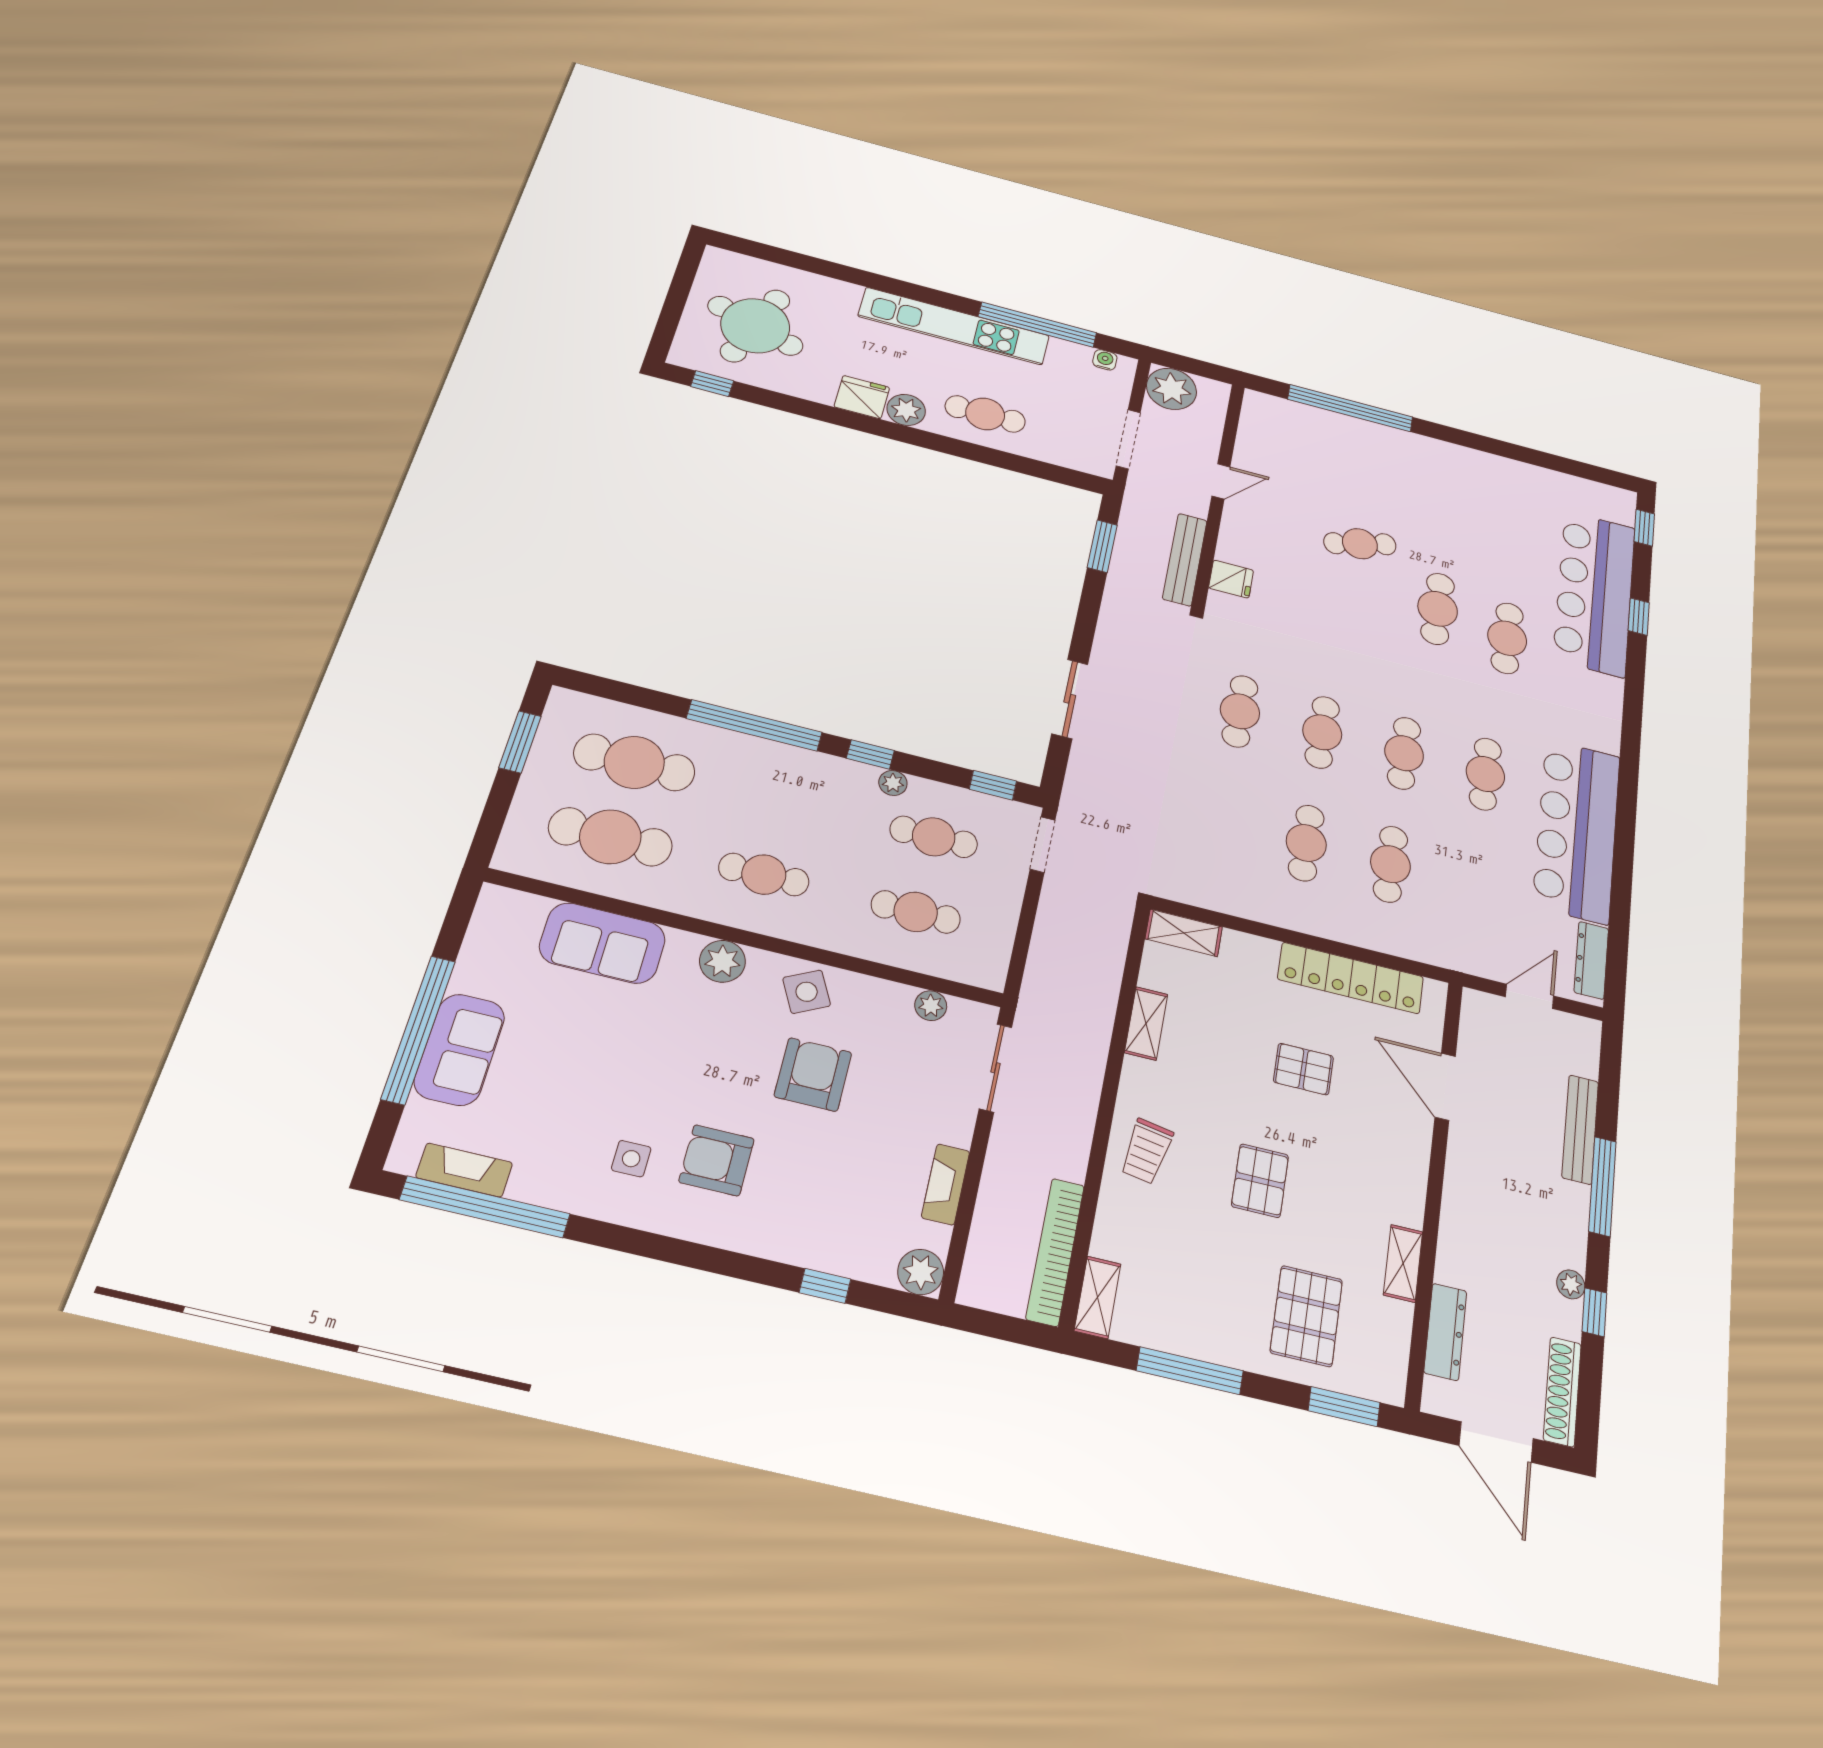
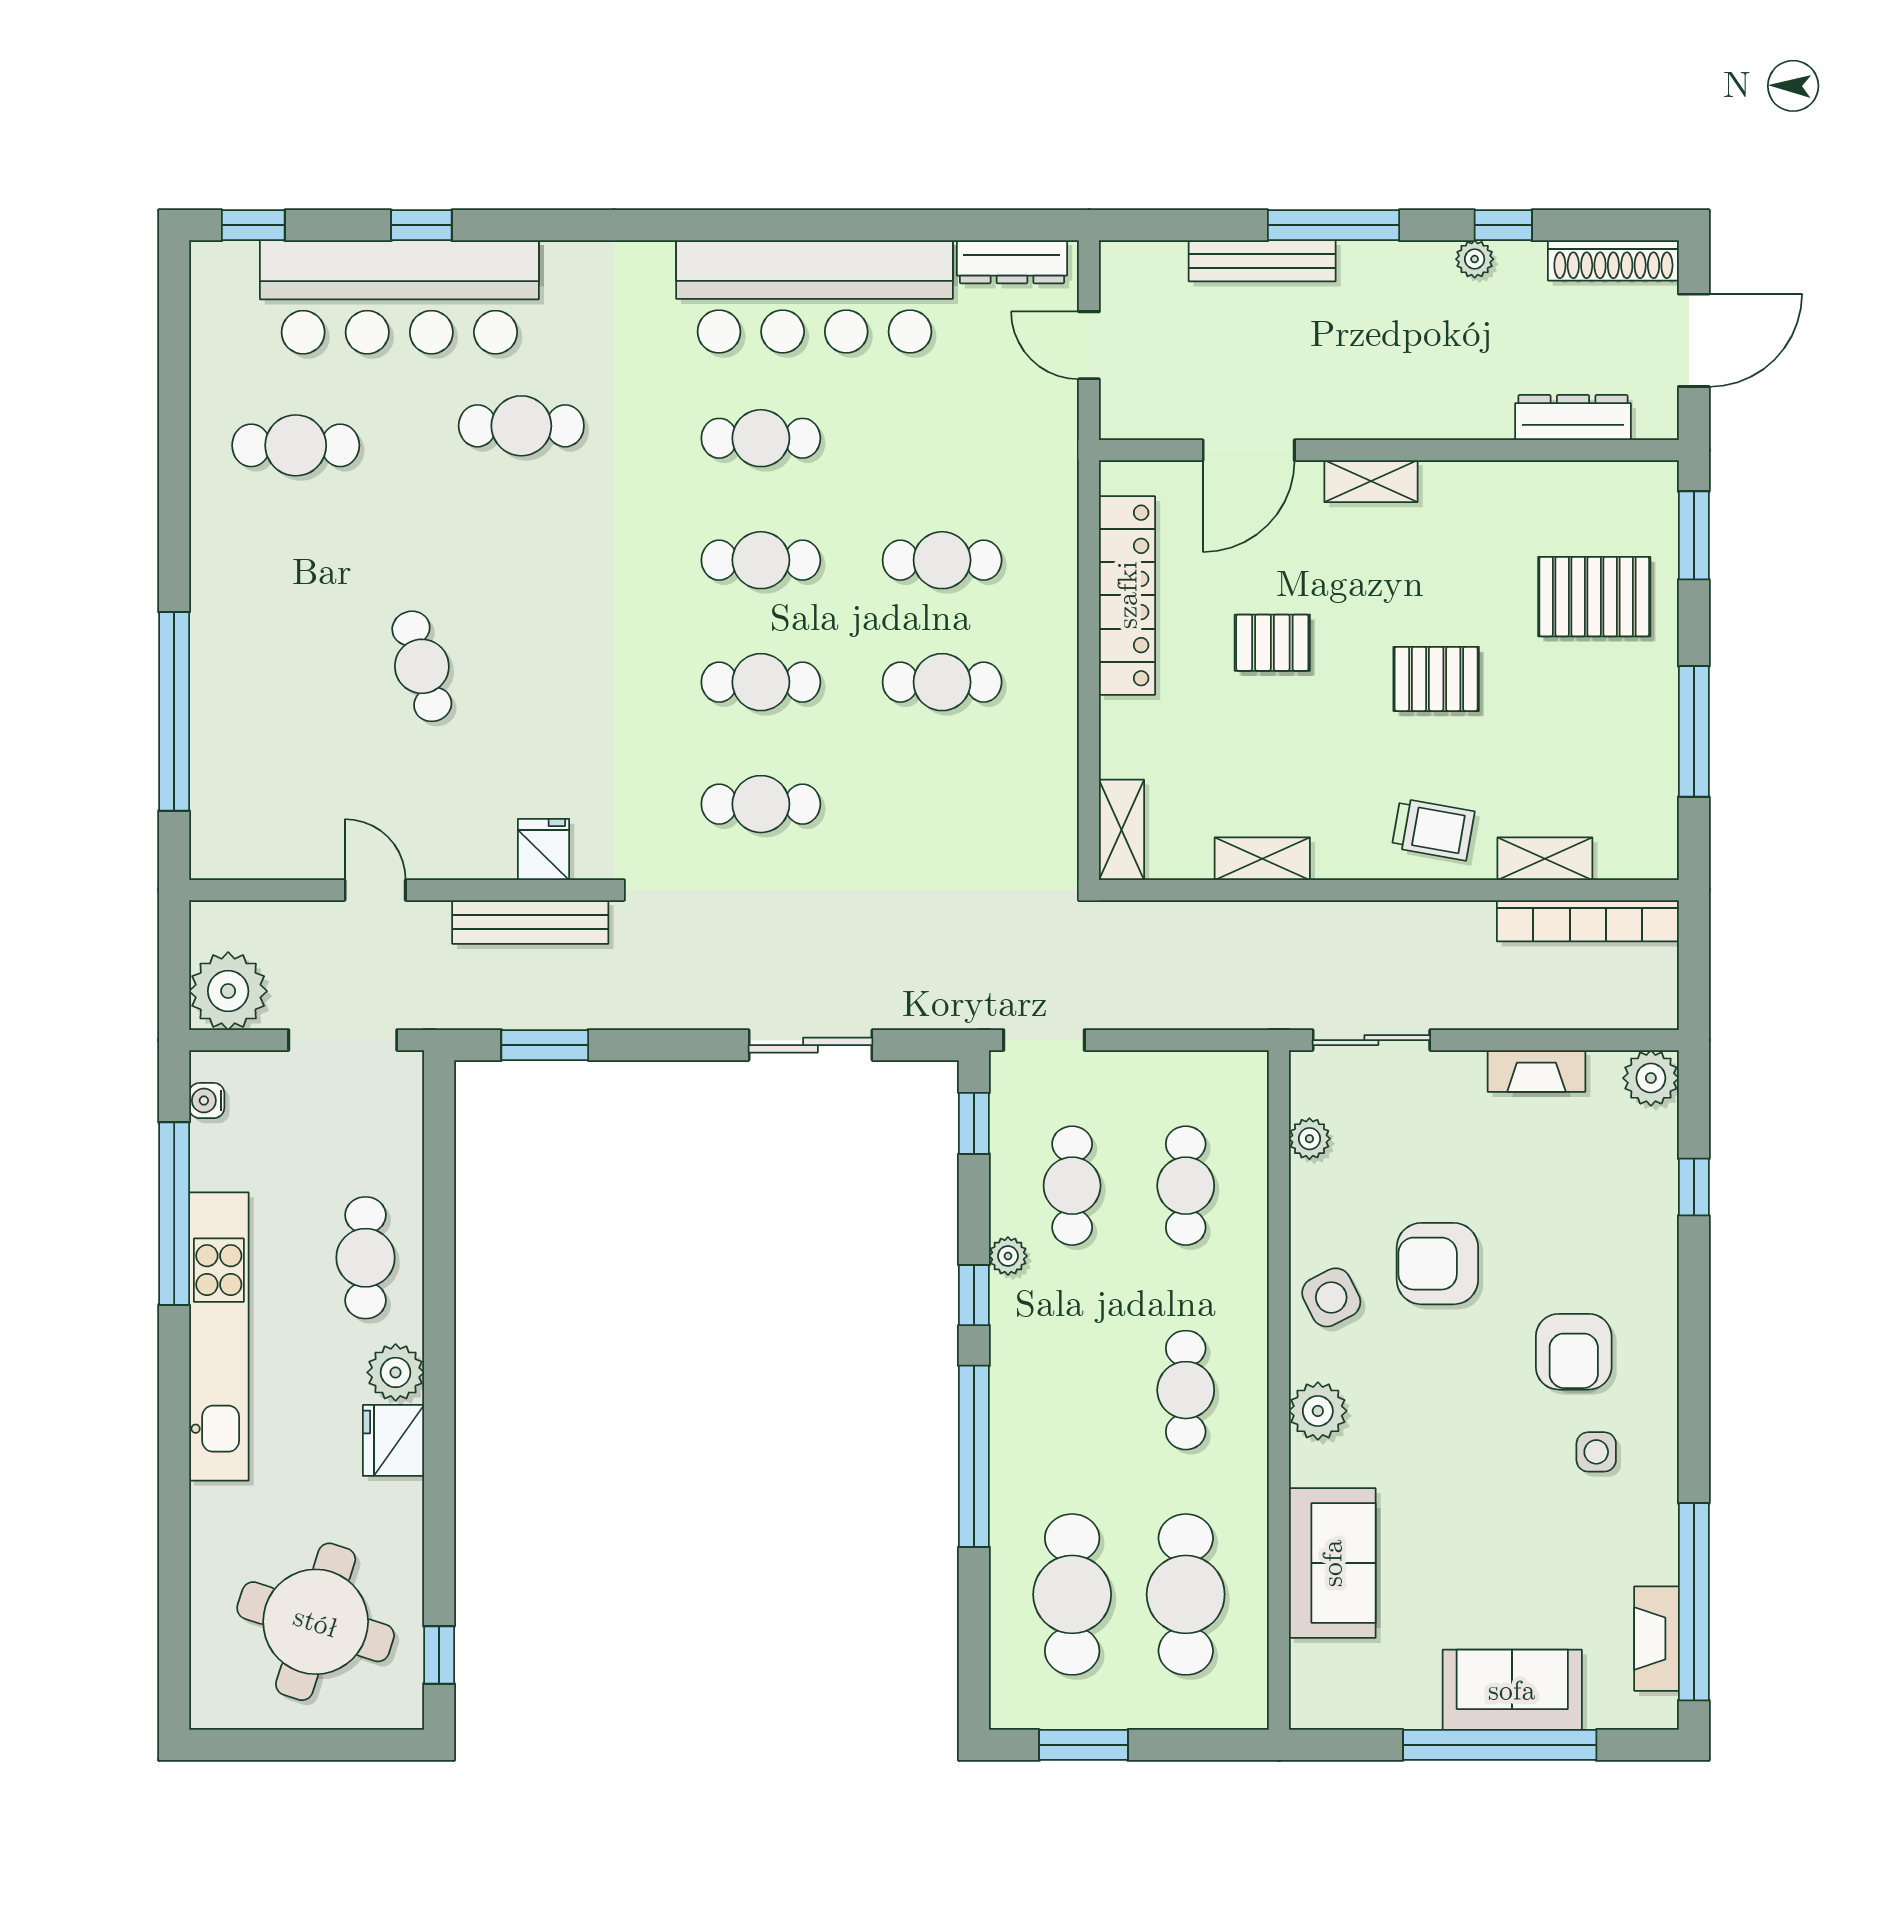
cafe table: (1438, 609) -> (296, 445), moved
pallet: (1303, 1069) -> (1272, 643), turned 90
shelving: (1403, 1263) -> (1371, 481), moved
shelving: (1098, 1297) -> (1545, 859), moved

